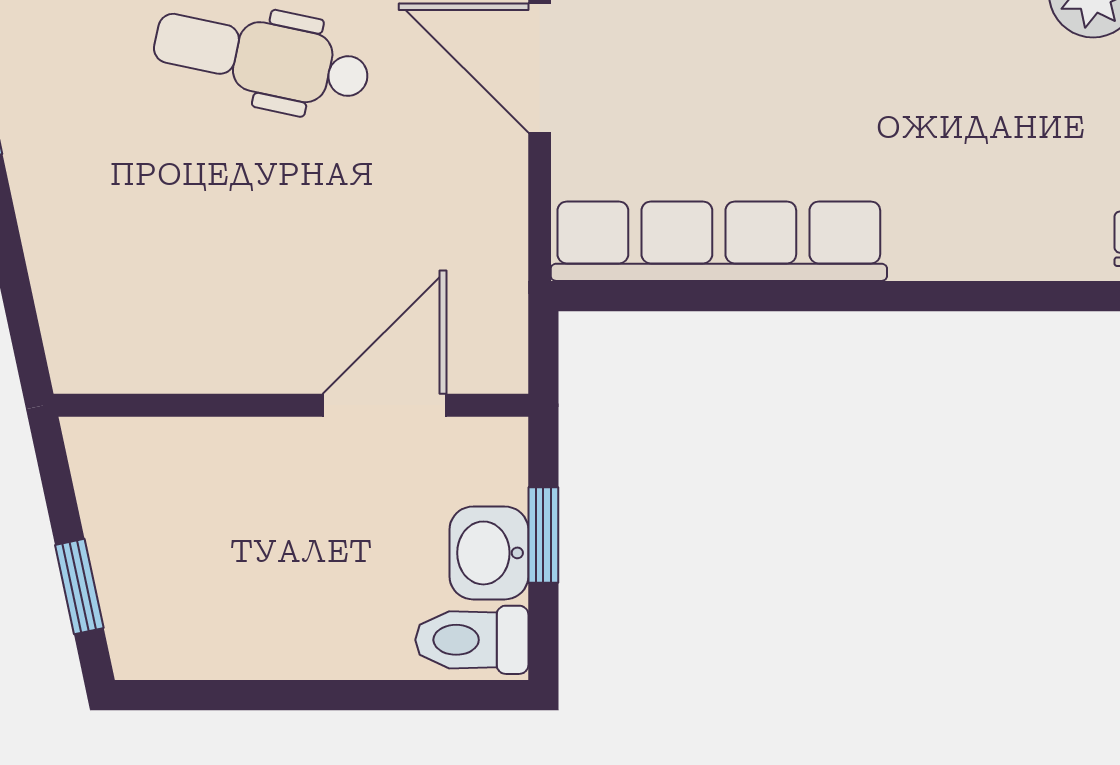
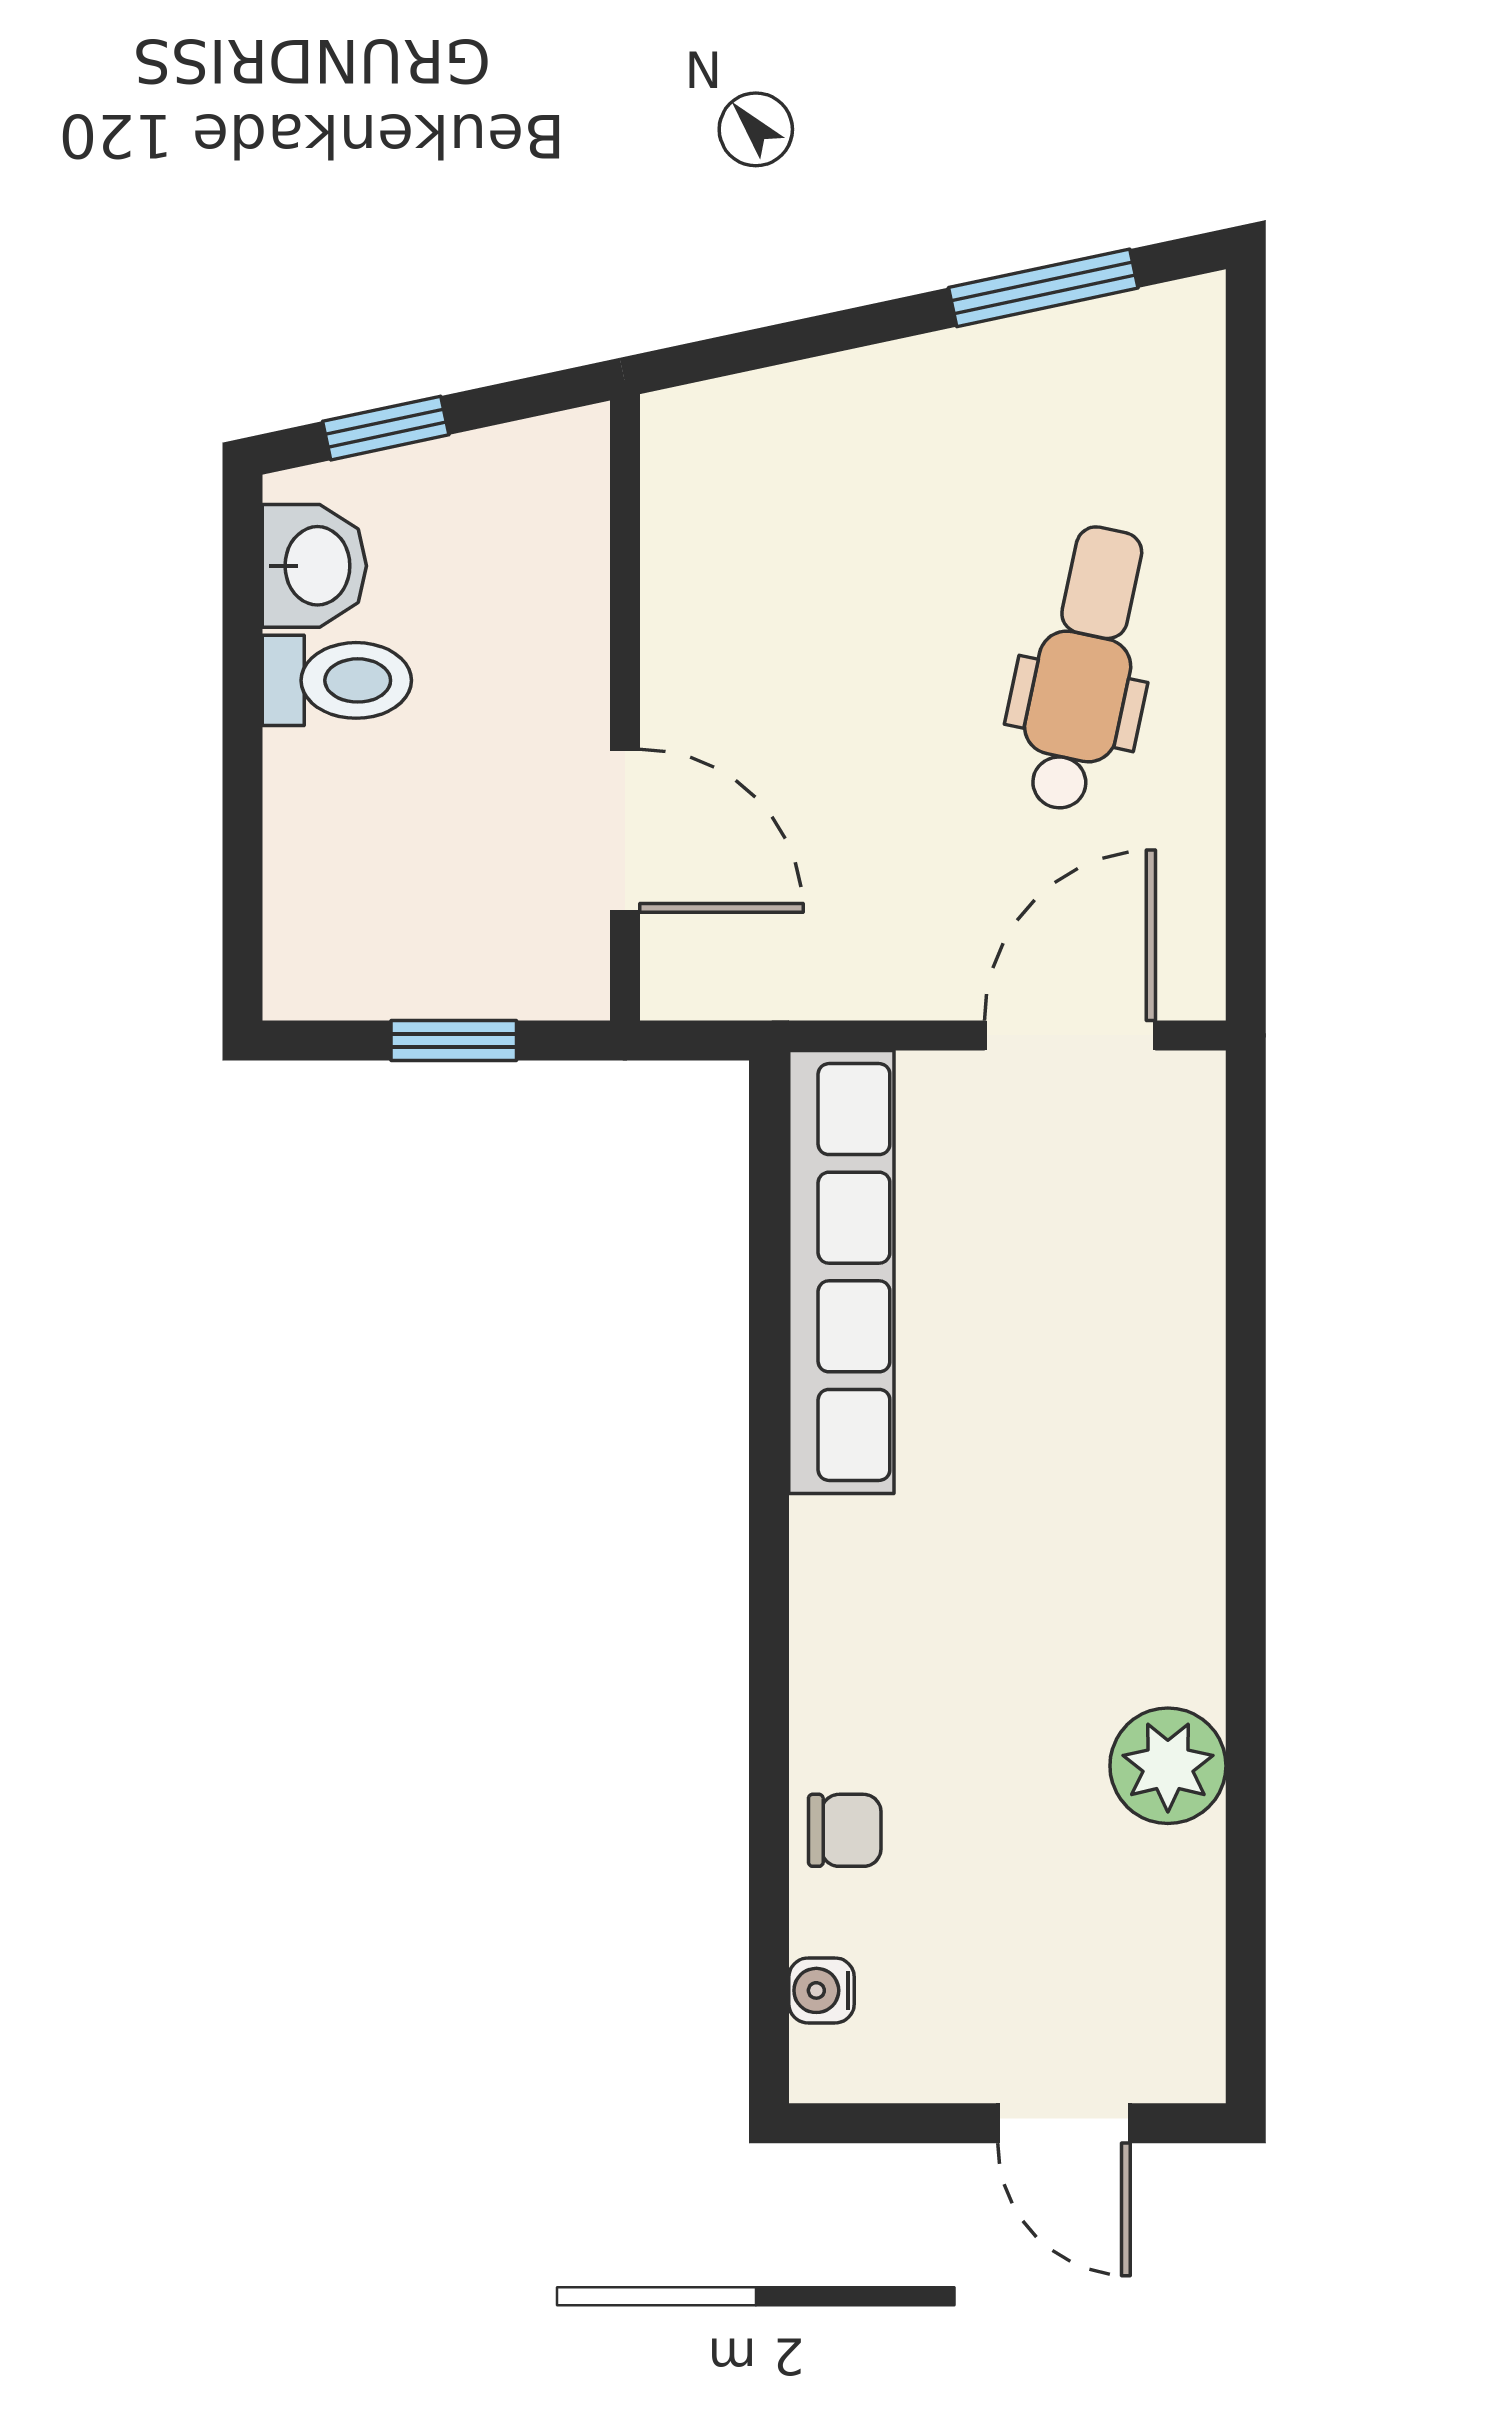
washbasin: (489, 553) -> (314, 566), moved, turned 90
toilet: (472, 640) -> (337, 680), moved, turned 90

